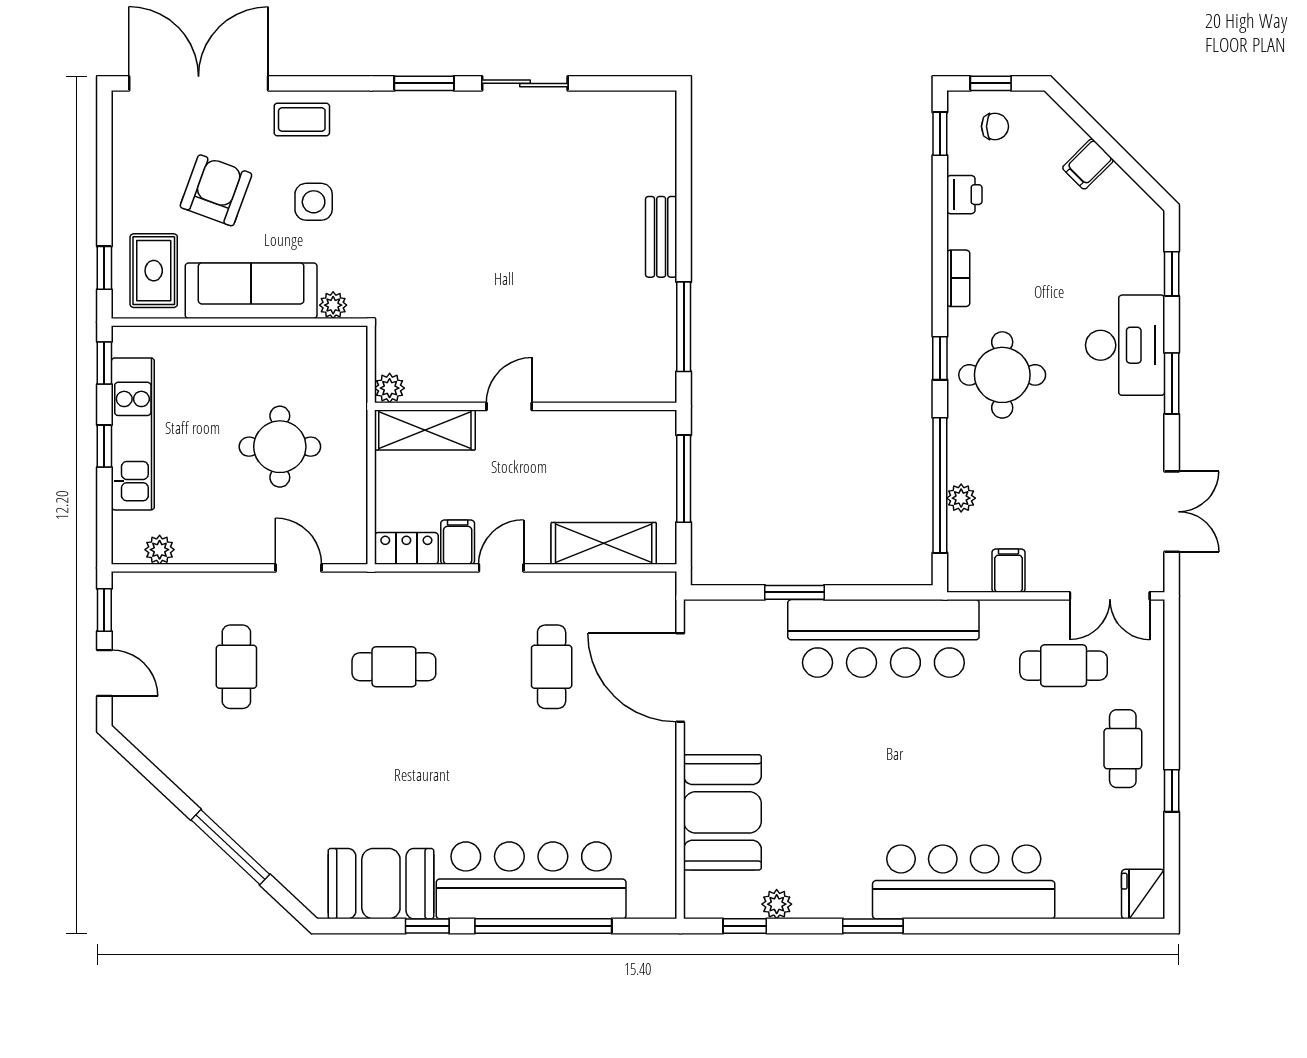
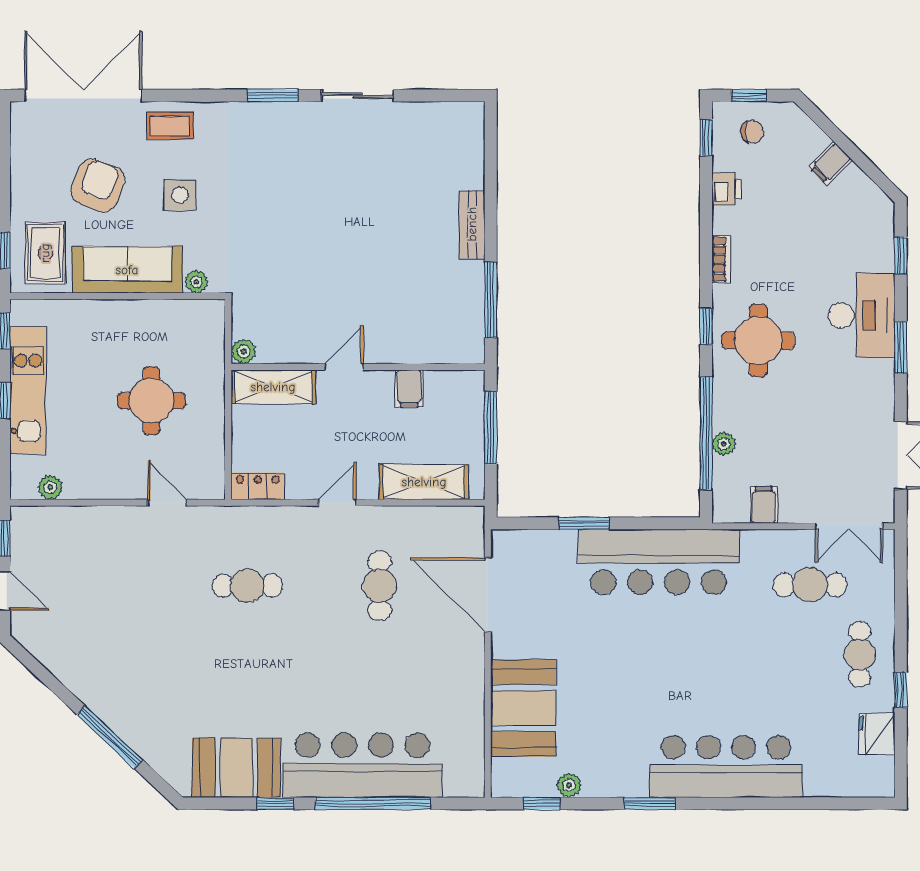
filing cabinet: (458, 542) -> (409, 389), moved, turned 180
cafe table: (236, 667) -> (115, 586), removed
fridge: (1143, 894) -> (877, 734), moved

